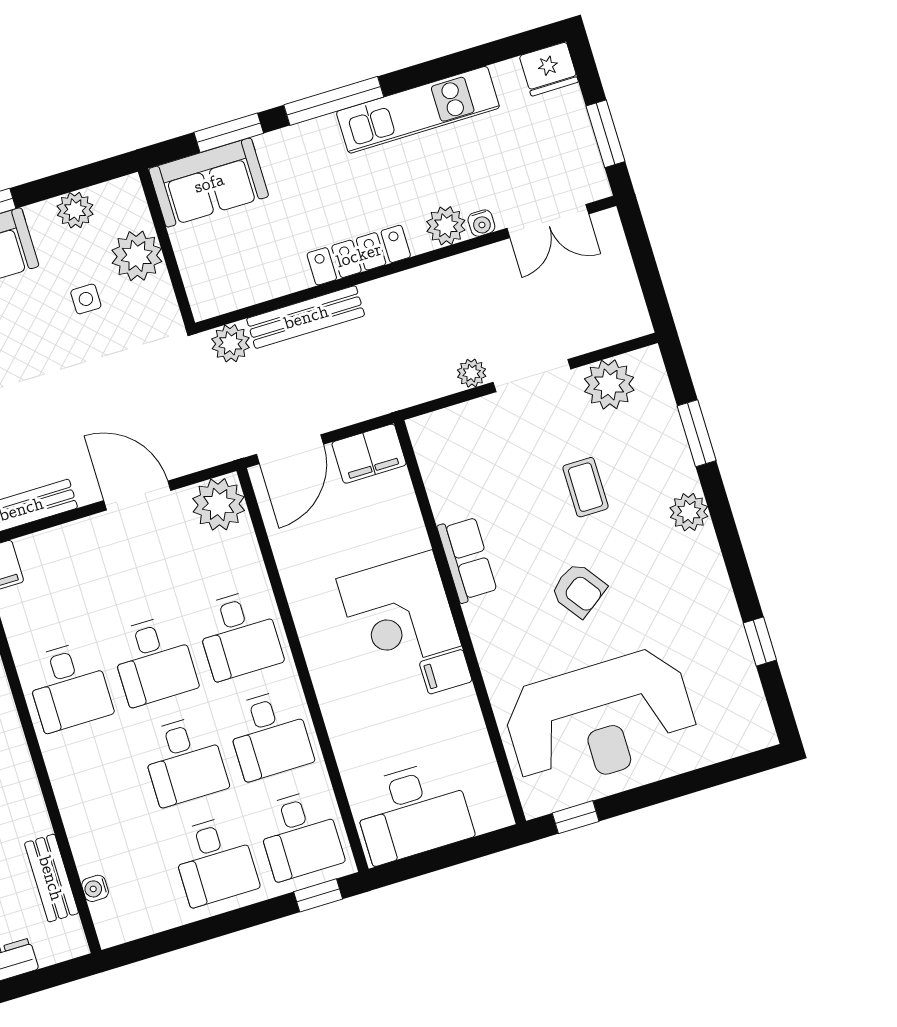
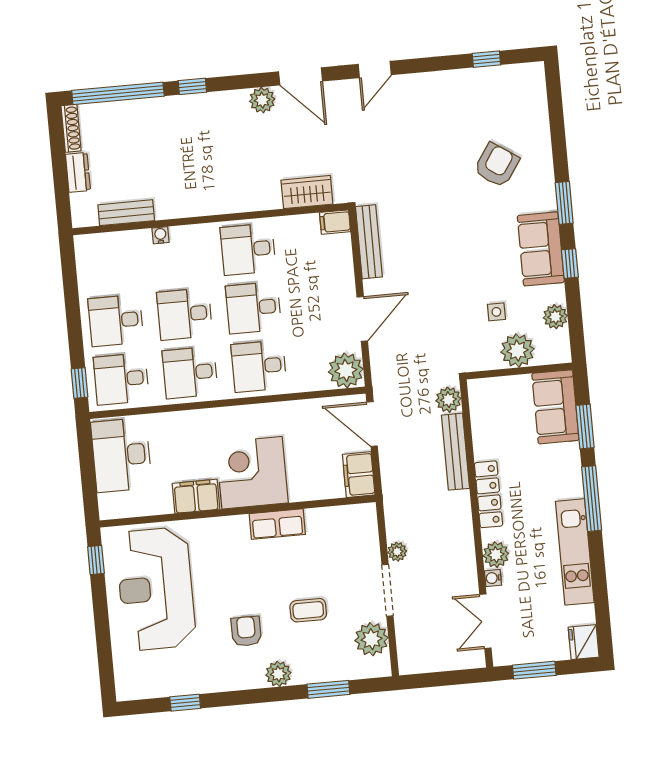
armchair: (579, 590) -> (246, 631), moved, turned 126
filing cabinet: (446, 672) -> (196, 496), width x2.00
water cooler: (95, 888) -> (160, 235), moved

